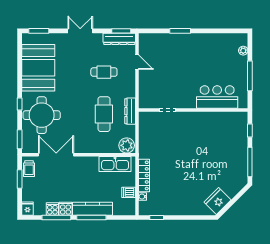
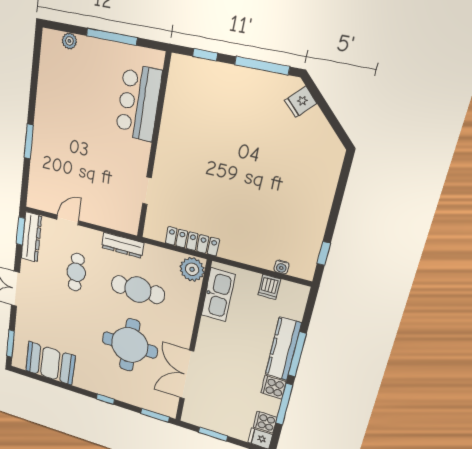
booth: (38, 68) -> (50, 363), width x0.73, depth x0.70
dresser: (130, 111) -> (122, 245), moved
round table: (42, 115) -> (130, 345), moved
trolley: (29, 169) -> (200, 417), removed
locker: (144, 175) -> (192, 241), moved
fridge: (218, 201) -> (301, 102), moved, width x0.53, depth x0.75
cooker: (52, 209) -> (265, 422), moved

